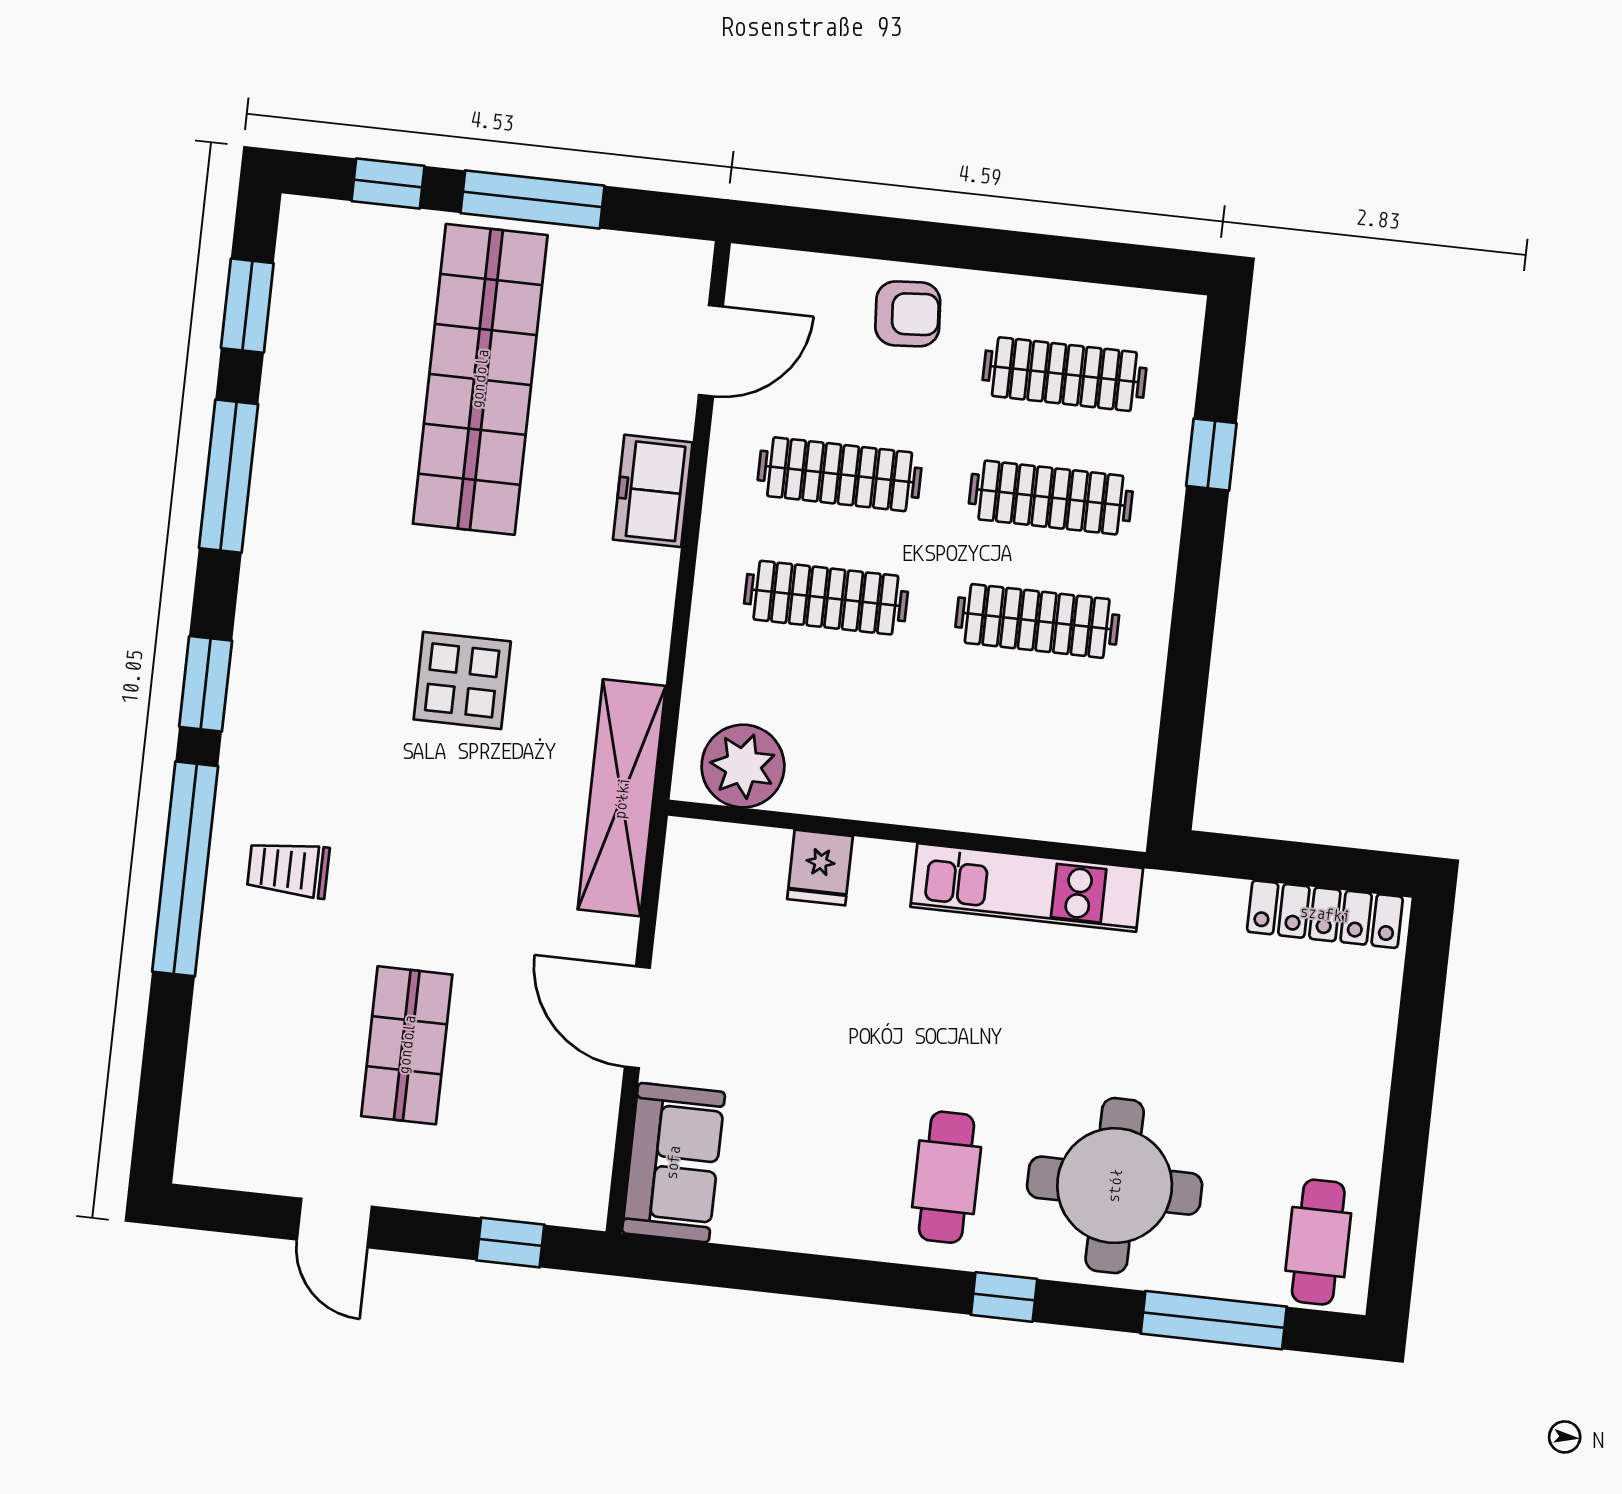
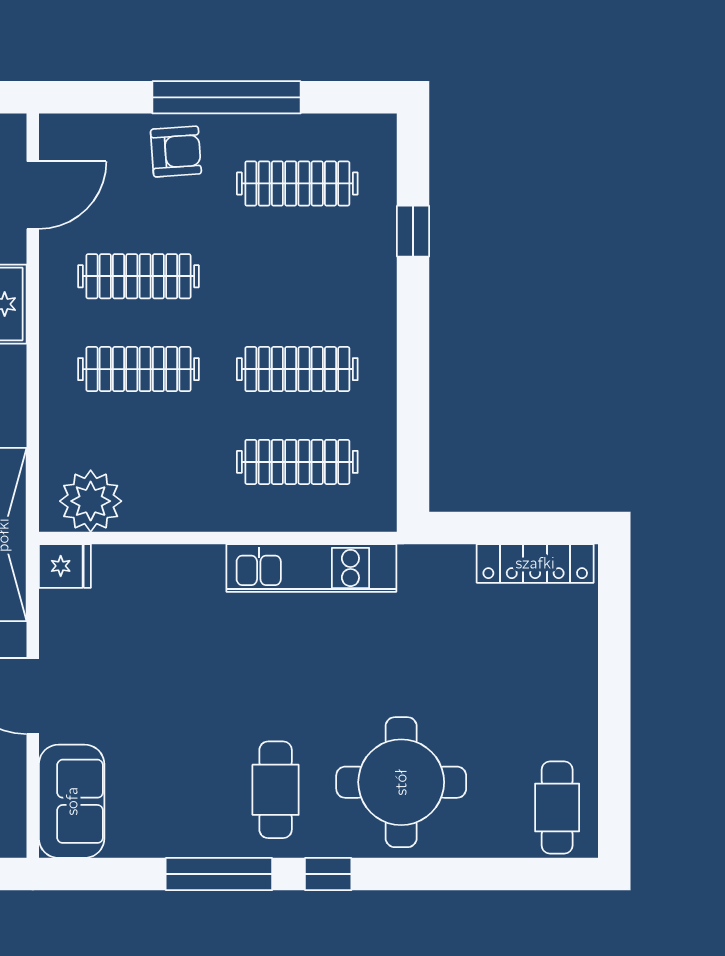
window: (983, 249) -> (227, 97), added
clothes rail: (1051, 498) -> (297, 462), moved
fridge: (820, 868) -> (65, 566), moved, turned -90
window: (1214, 1320) -> (219, 874), moved

